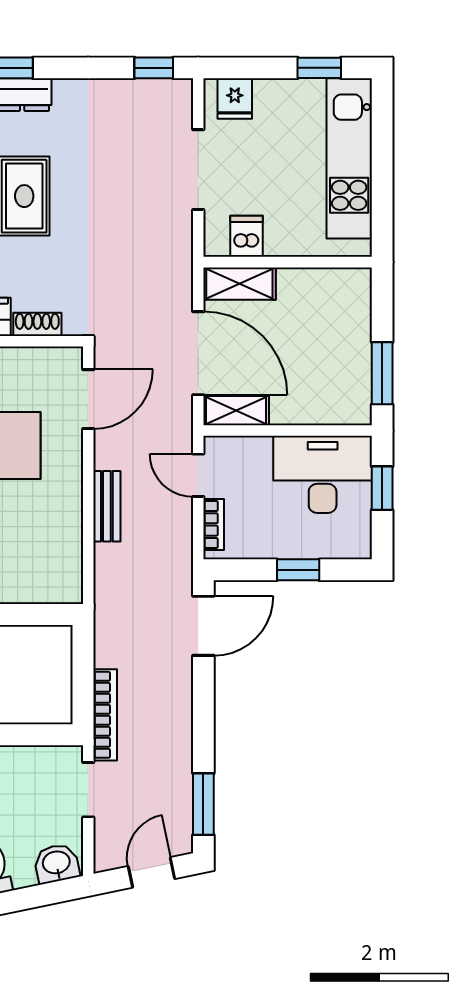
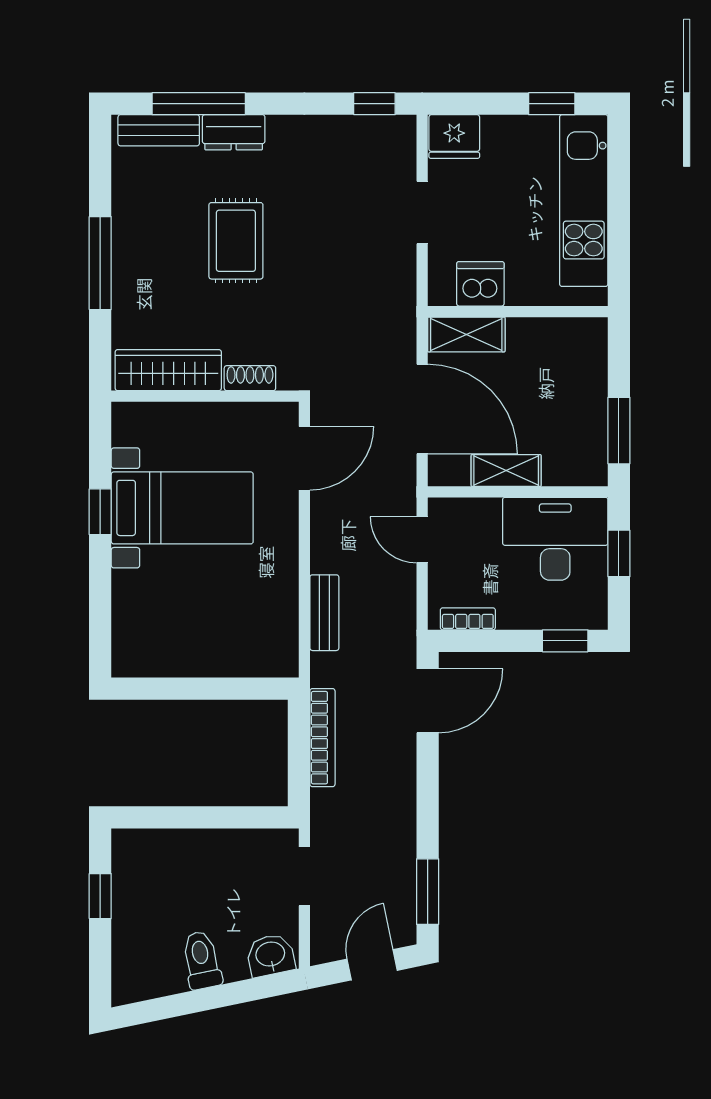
fridge: (235, 99) -> (454, 137), width x1.38
doorway: (198, 170) -> (422, 213), width x0.73
dishwasher: (247, 236) -> (480, 284), width x1.38
shelving: (236, 411) -> (506, 471), moved
bench: (107, 506) -> (324, 613), moved
bookcase: (214, 524) -> (468, 619), moved, turned -90
window: (298, 570) -> (565, 641), moved
bookcase: (105, 715) -> (322, 738), moved

